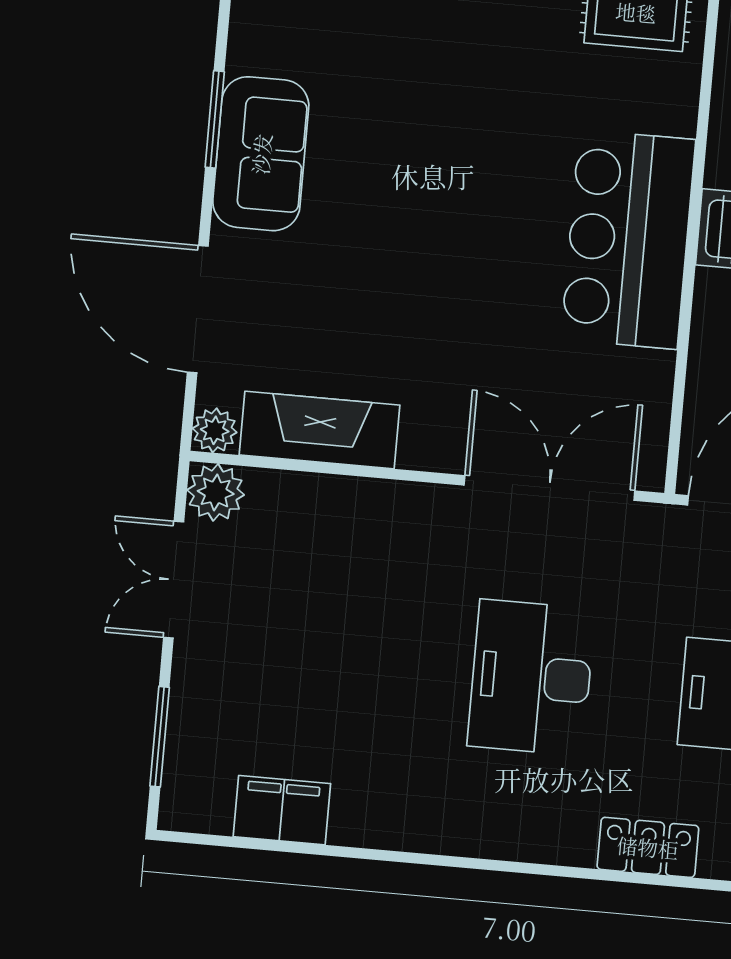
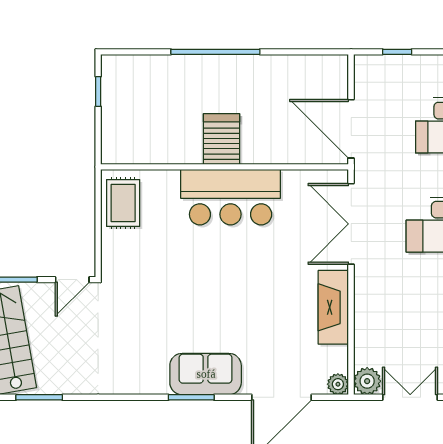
fireplace: (320, 430) -> (333, 307), moved
double door: (174, 580) -> (410, 397), swing flipped

